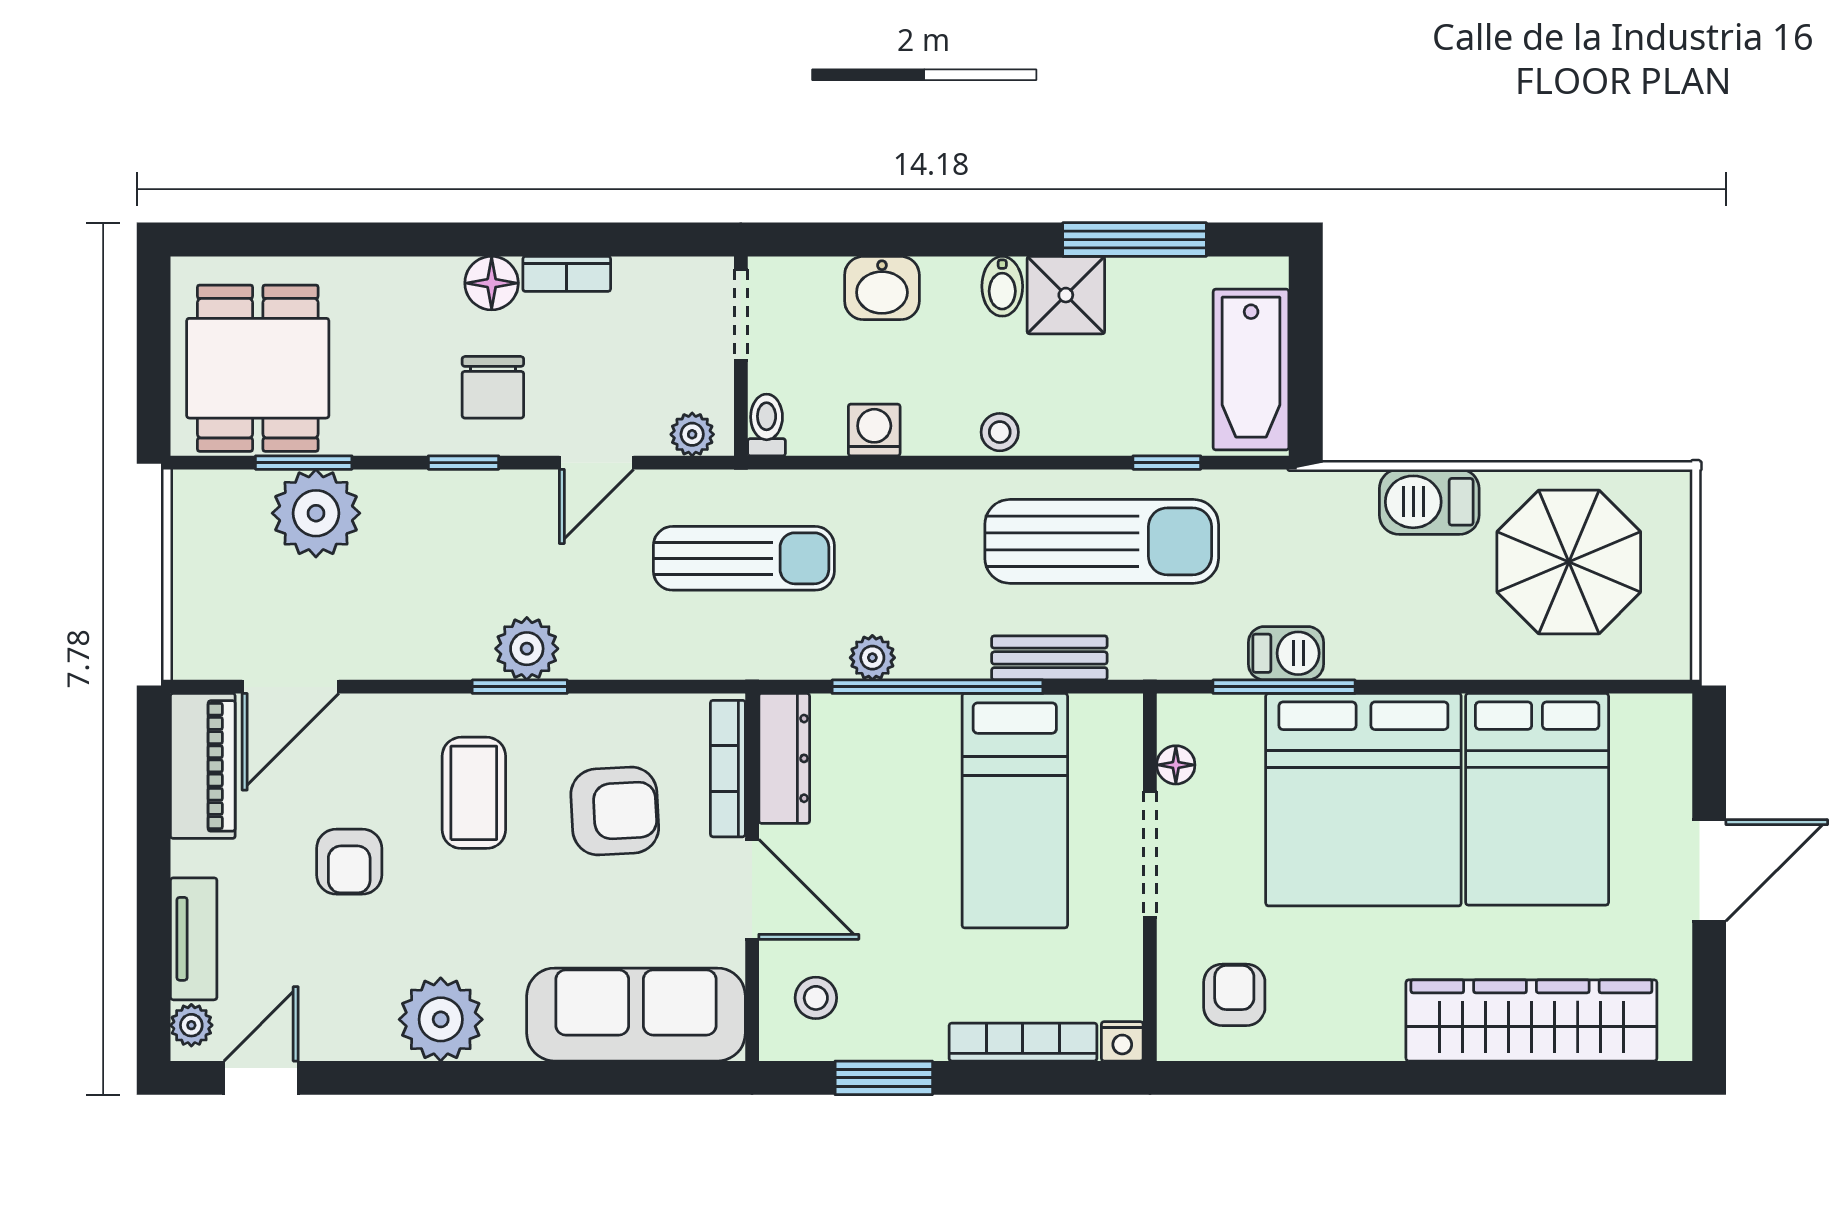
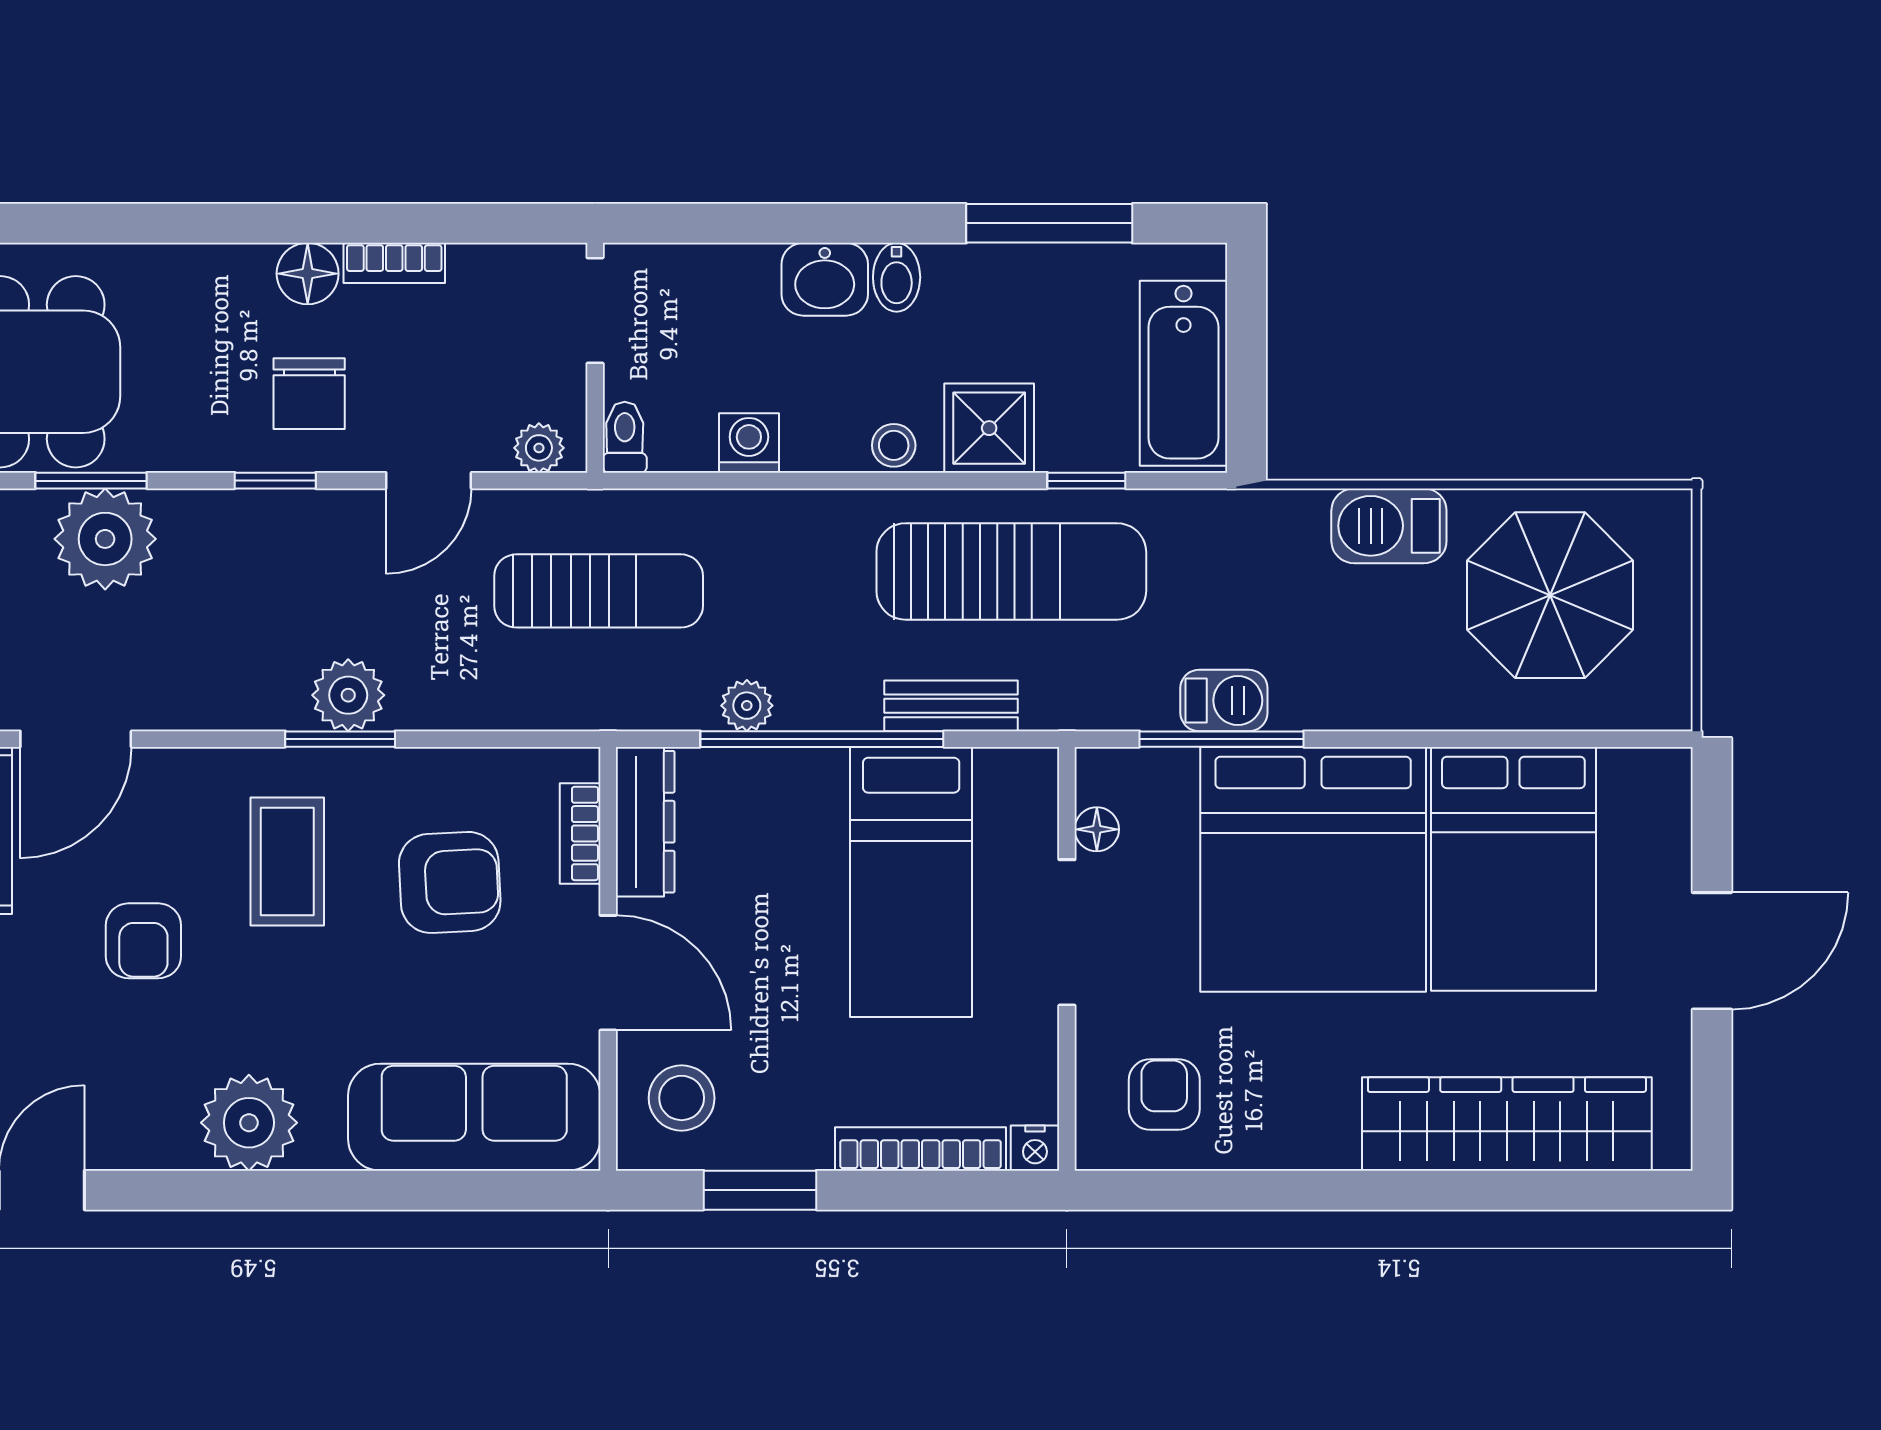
washbasin: (882, 288) -> (825, 279), moved
shower: (1066, 295) -> (989, 428), moved
bookcase: (728, 769) -> (580, 833), width x0.64
stool: (816, 998) -> (682, 1098), width x1.37, depth x1.37

